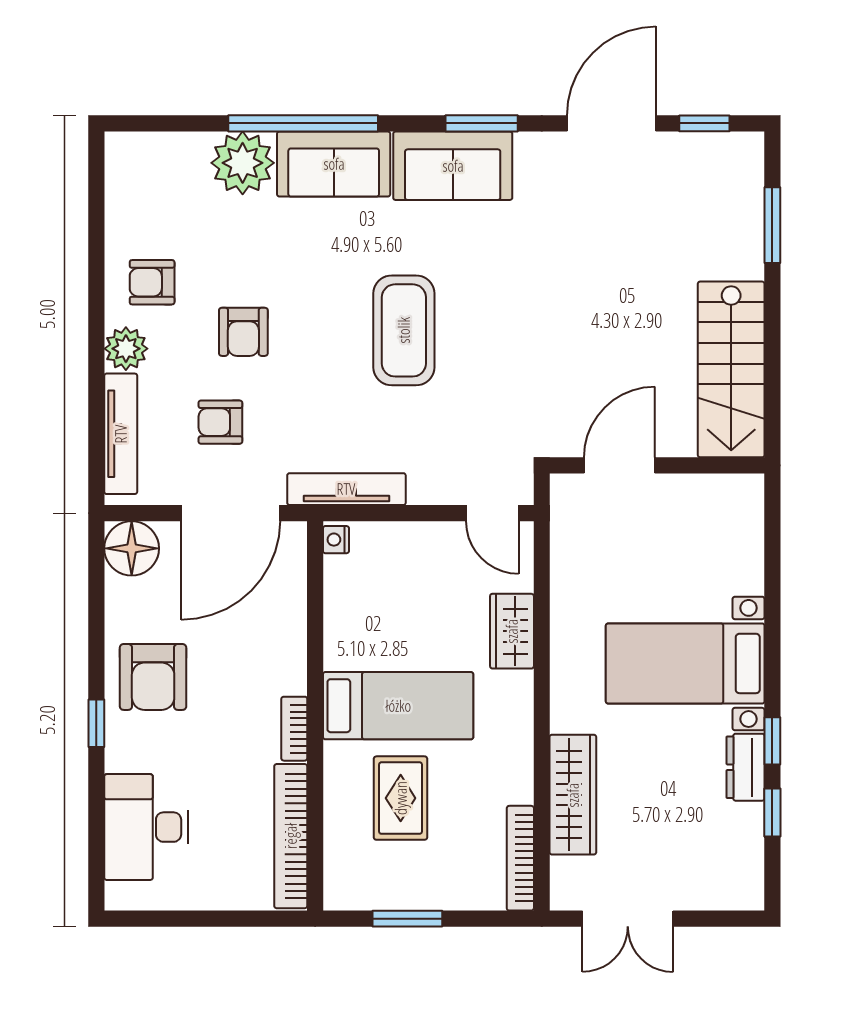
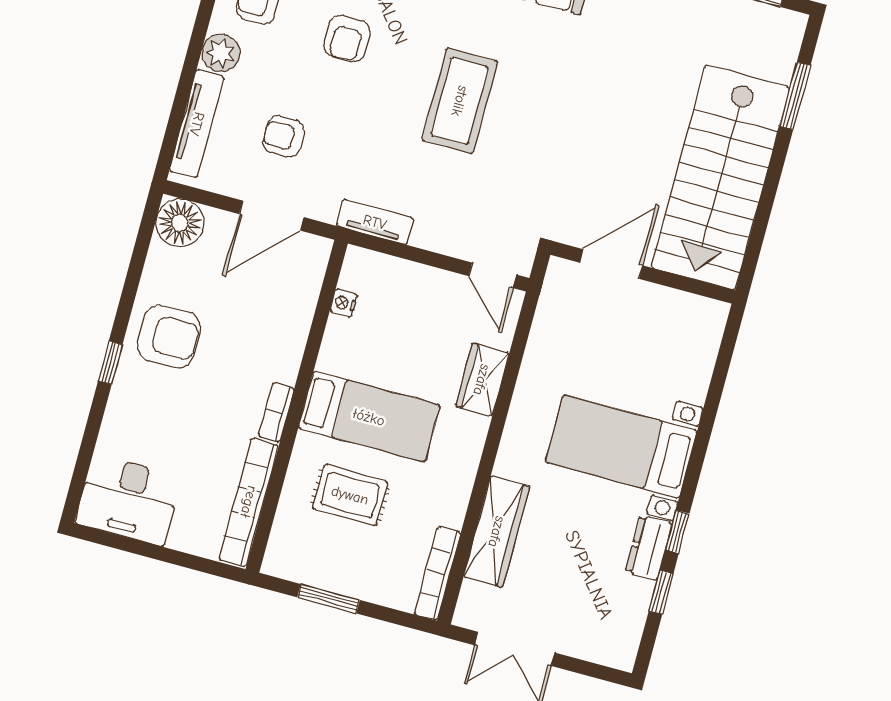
armchair: (243, 332) -> (347, 38), moved
stairs: (731, 369) -> (720, 178), width x1.36, depth x1.51
tv unit: (346, 489) -> (375, 222), width x0.71
door: (231, 513) -> (272, 216), width x0.73
nightstand: (336, 540) -> (343, 303), moved
armchair: (153, 677) -> (169, 336), turned -90
rug: (401, 798) -> (350, 495), turned 90
desk: (146, 827) -> (129, 500), moved, turned -90

